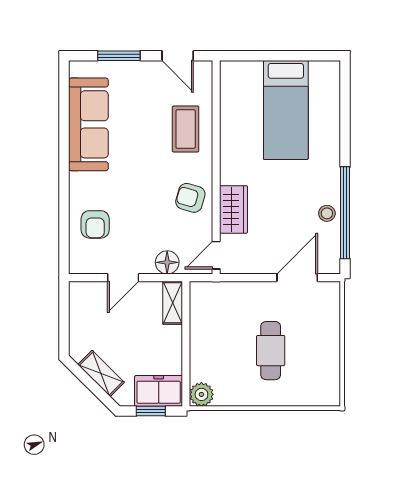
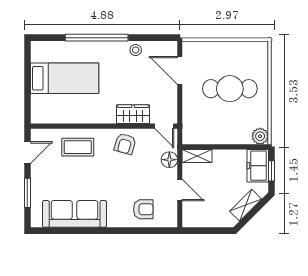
window: (345, 213) -> (97, 38), moved
cafe table: (271, 351) -> (230, 89), width x1.37, depth x1.35

